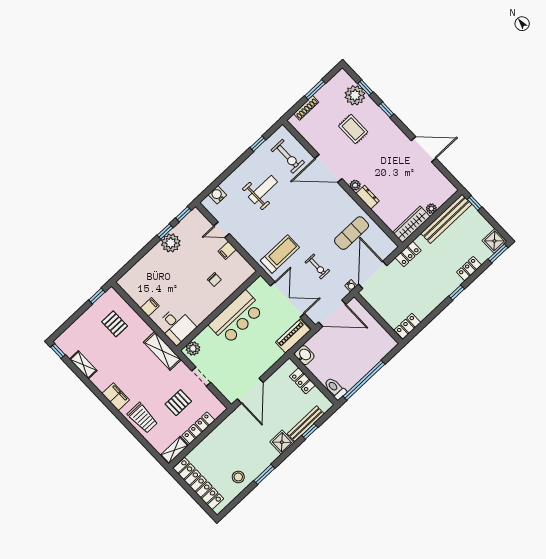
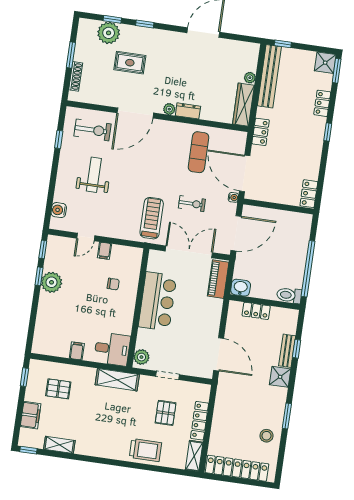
filing cabinet: (116, 397) -> (31, 415), moved, turned 90
bench: (306, 424) -> (287, 351), width x0.73

